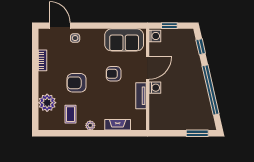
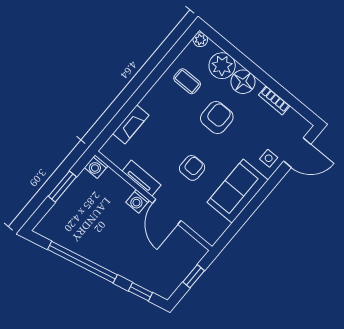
washing machine: (155, 36) -> (96, 167), moved
sofa: (124, 40) -> (238, 191), moved
floor lamp: (46, 85) -> (243, 82), added
plant: (90, 125) -> (200, 40), moved
window: (197, 133) -> (62, 187), moved

